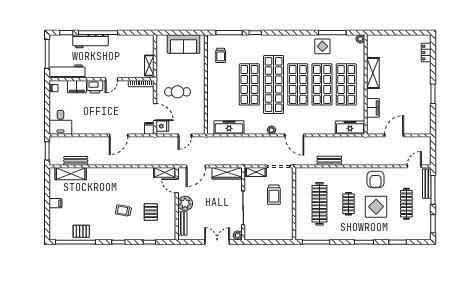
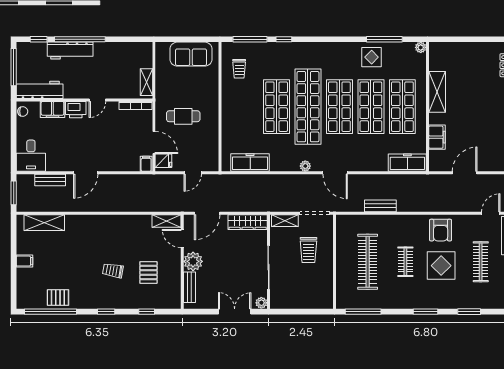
door: (119, 135) -> (86, 173), moved
bench: (76, 161) -> (50, 180), moved

